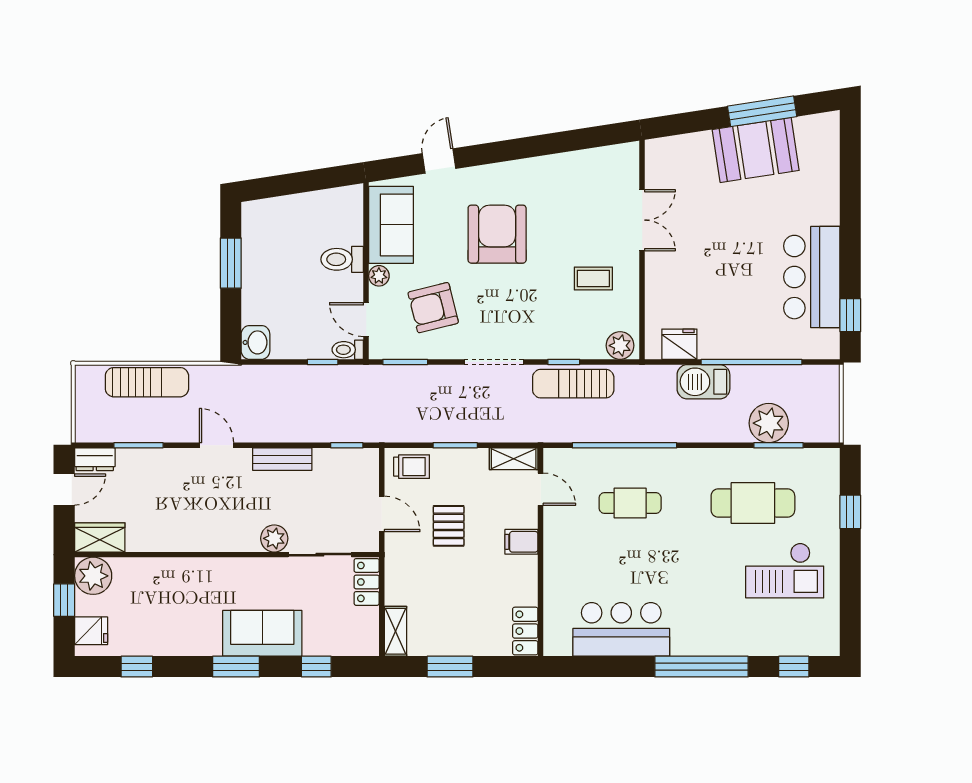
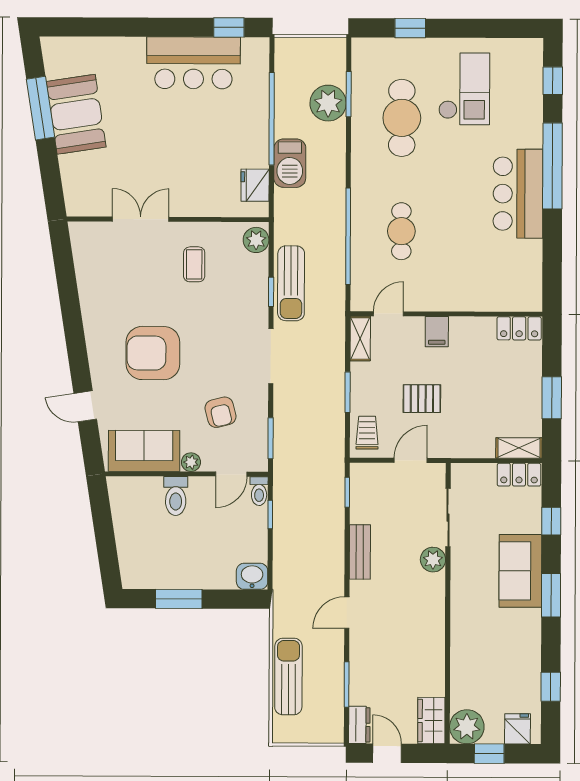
armchair: (433, 308) -> (221, 412), width x0.72, depth x0.72
locker: (367, 582) -> (519, 475), moved
bar counter: (621, 629) -> (518, 194), moved

